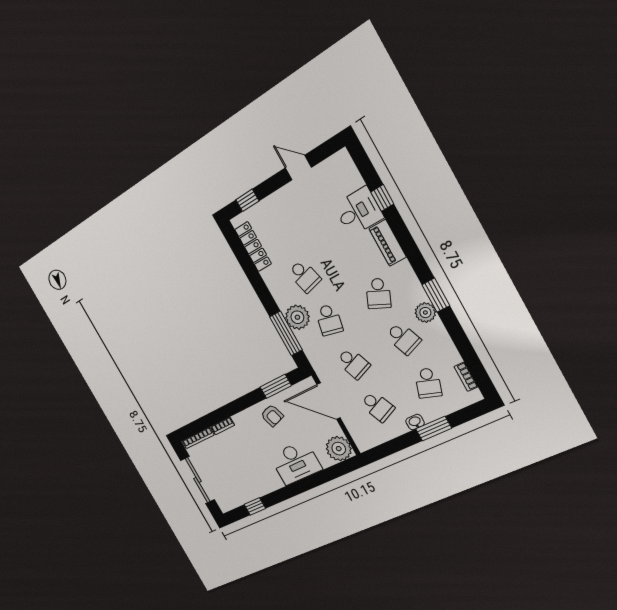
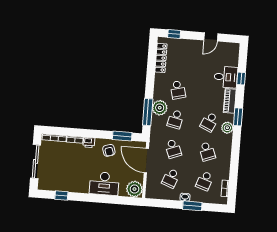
door: (298, 168) -> (211, 37), swing flipped
window: (436, 295) -> (238, 117), moved
plant: (425, 313) -> (227, 128), moved
school desk: (377, 406) -> (171, 178), turned 45
printer: (241, 420) -> (89, 142), added

